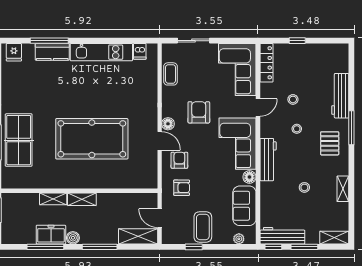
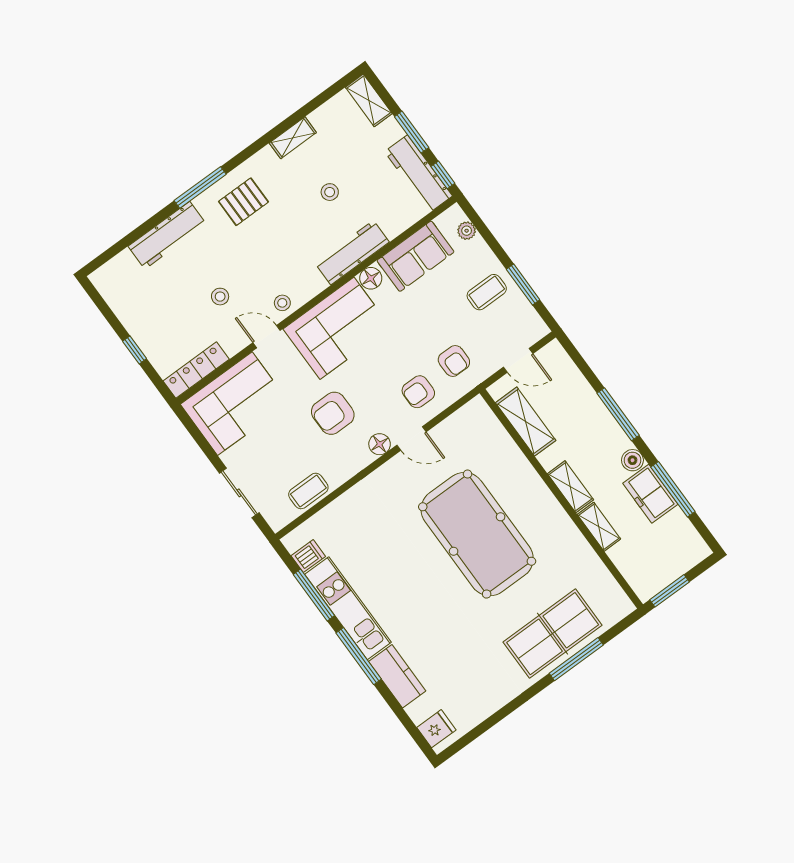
window: (49, 41) -> (359, 656), moved
window: (119, 41) -> (314, 595), added
stool: (297, 129) -> (282, 303), moved
door: (160, 141) -> (411, 438), swing flipped
workbench: (268, 160) -> (352, 253), moved
armchair: (182, 188) -> (454, 361), turned 180
door: (160, 218) -> (518, 360), hinge flipped
coffee table: (203, 227) -> (487, 292), width x0.73, depth x0.77
shelving: (138, 236) -> (526, 422), moved
window: (194, 247) -> (523, 284), width x1.50

